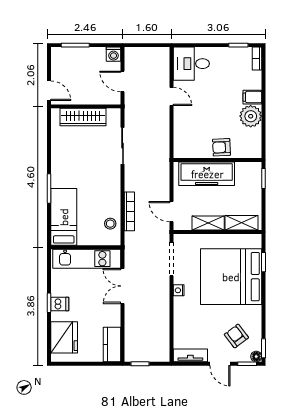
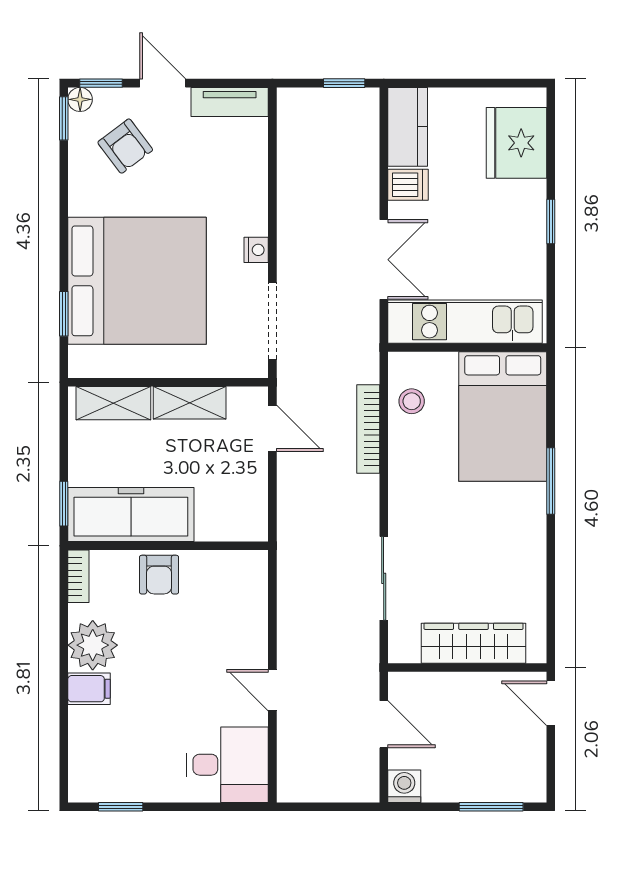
bookcase: (257, 59) -> (78, 576), moved
armchair: (221, 147) -> (159, 575), turned 93
freezer: (207, 174) -> (131, 515), moved
bed: (64, 217) -> (503, 417), width x1.50
dishwasher: (60, 304) -> (408, 185), moved, turned 180

